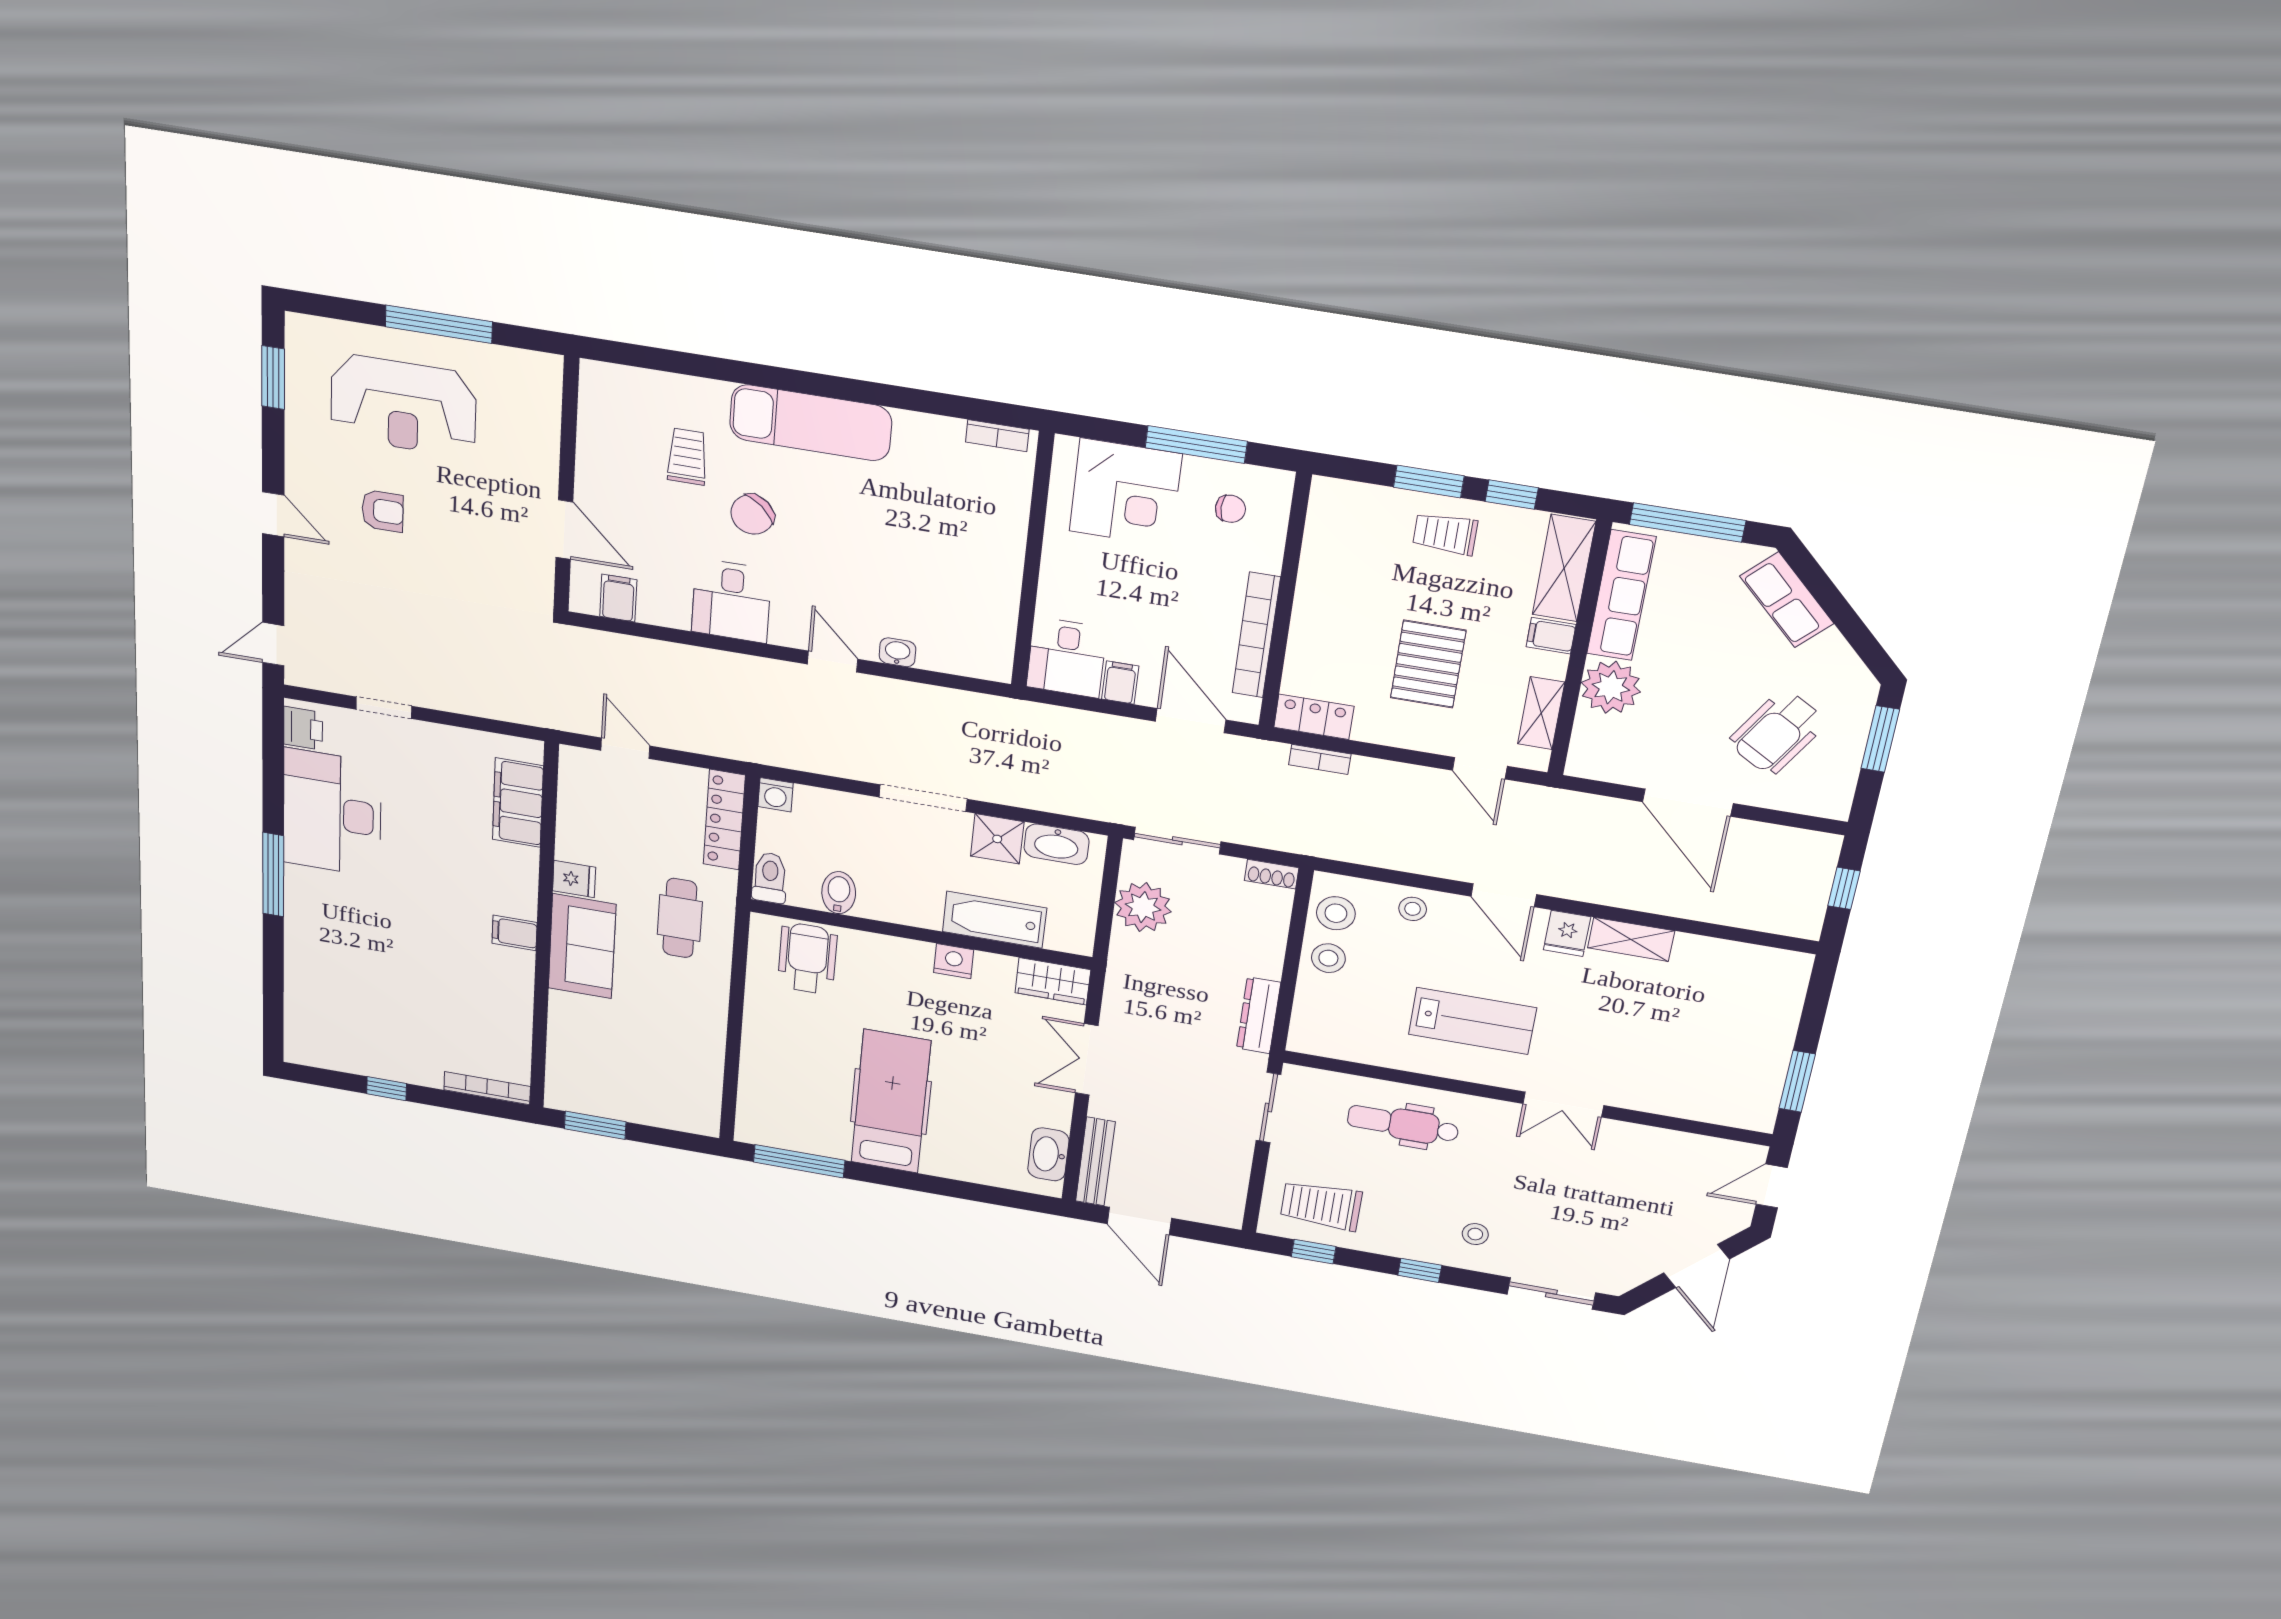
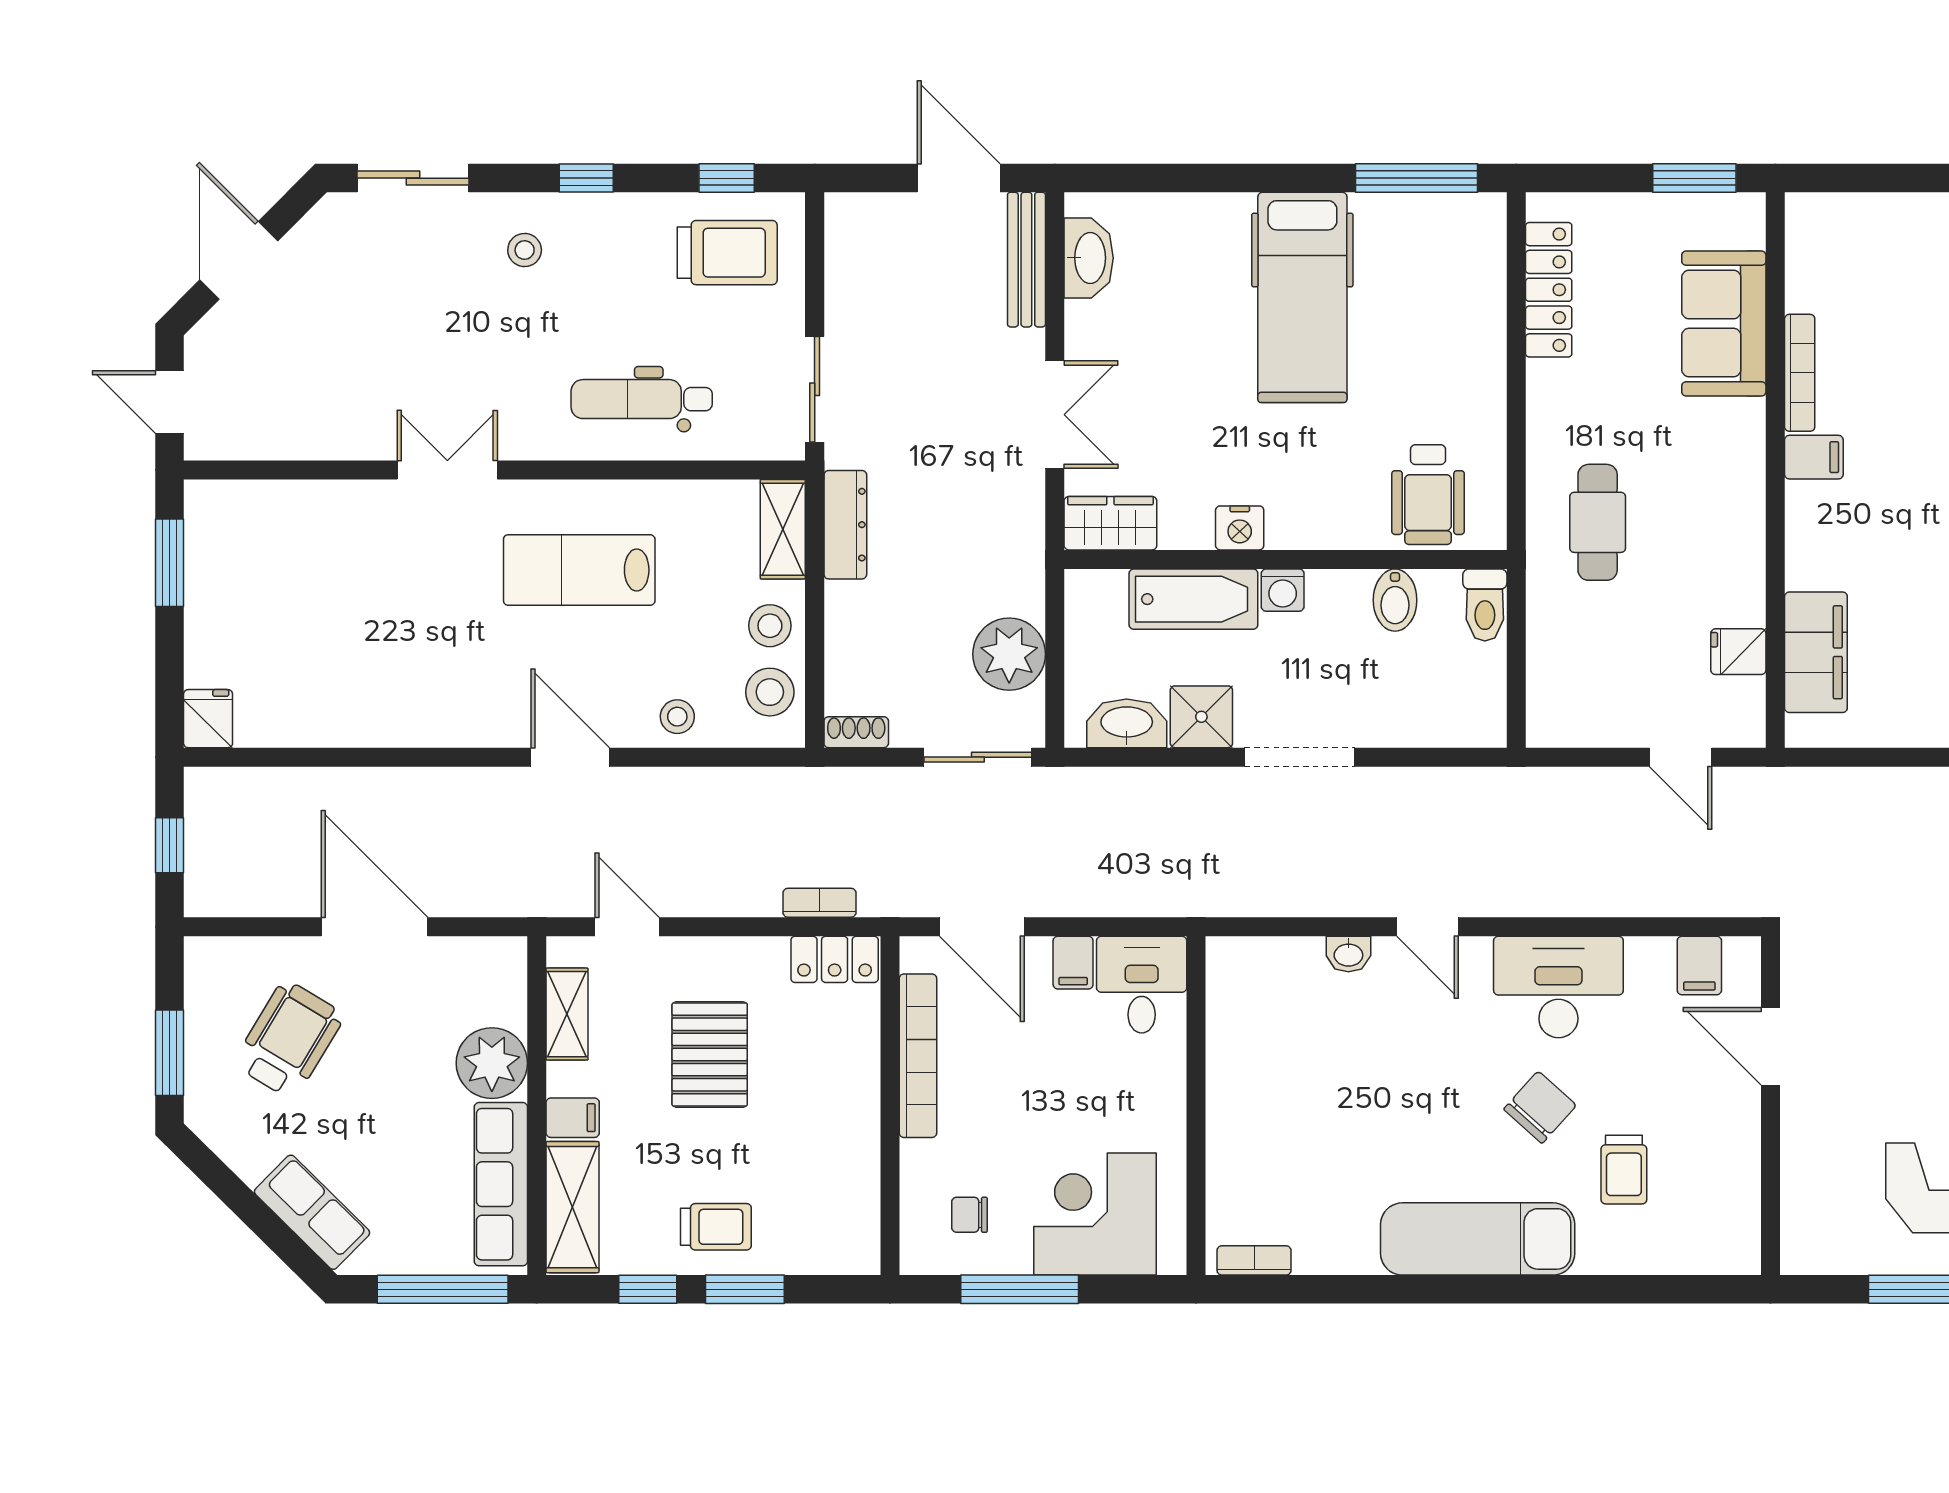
desk: (731, 601) -> (1558, 987), width x1.37
washing machine: (776, 795) -> (1283, 590), moved, turned 180
locker: (724, 820) -> (1549, 290), moved
fridge: (574, 879) -> (1738, 652), moved
fridge: (1567, 933) -> (208, 719), moved
shelving: (1631, 939) -> (783, 529), moved, turned 90
sofa: (582, 946) -> (1724, 324), moved
bookcase: (487, 1088) -> (1800, 373), moved, turned -90
dental chair: (1403, 1124) -> (642, 399), turned 180
door: (1772, 1186) -> (169, 402), swing flipped

